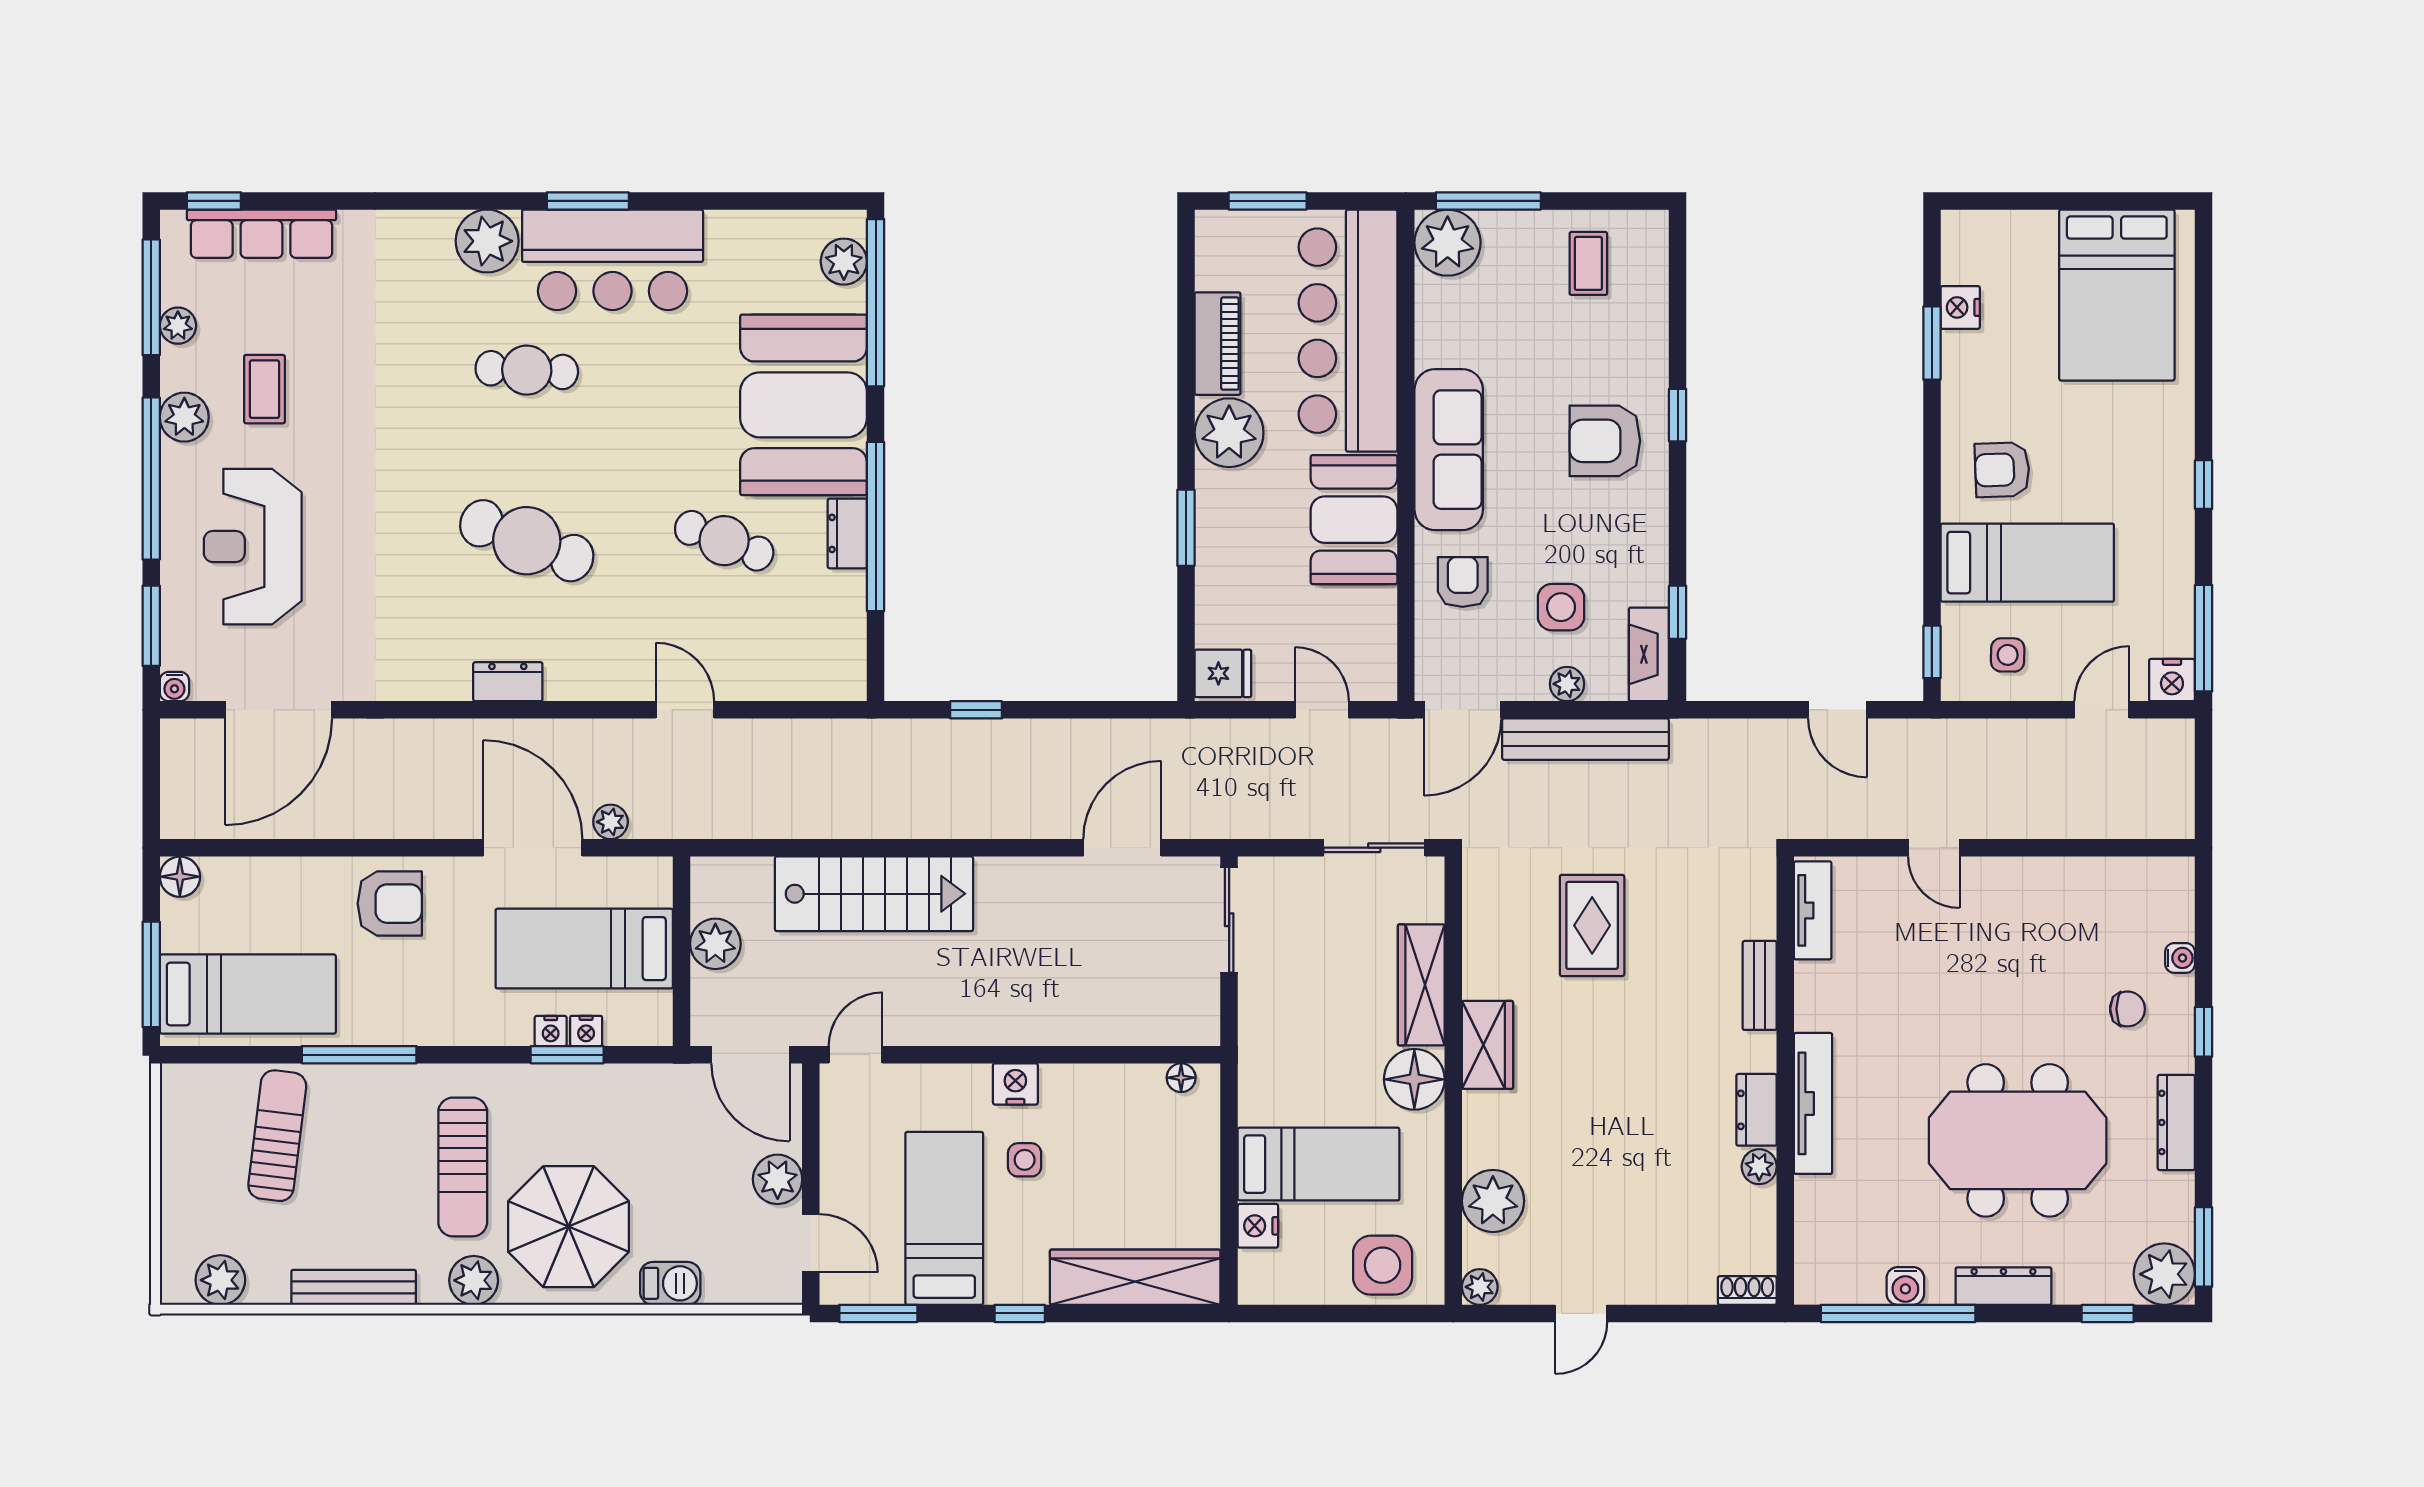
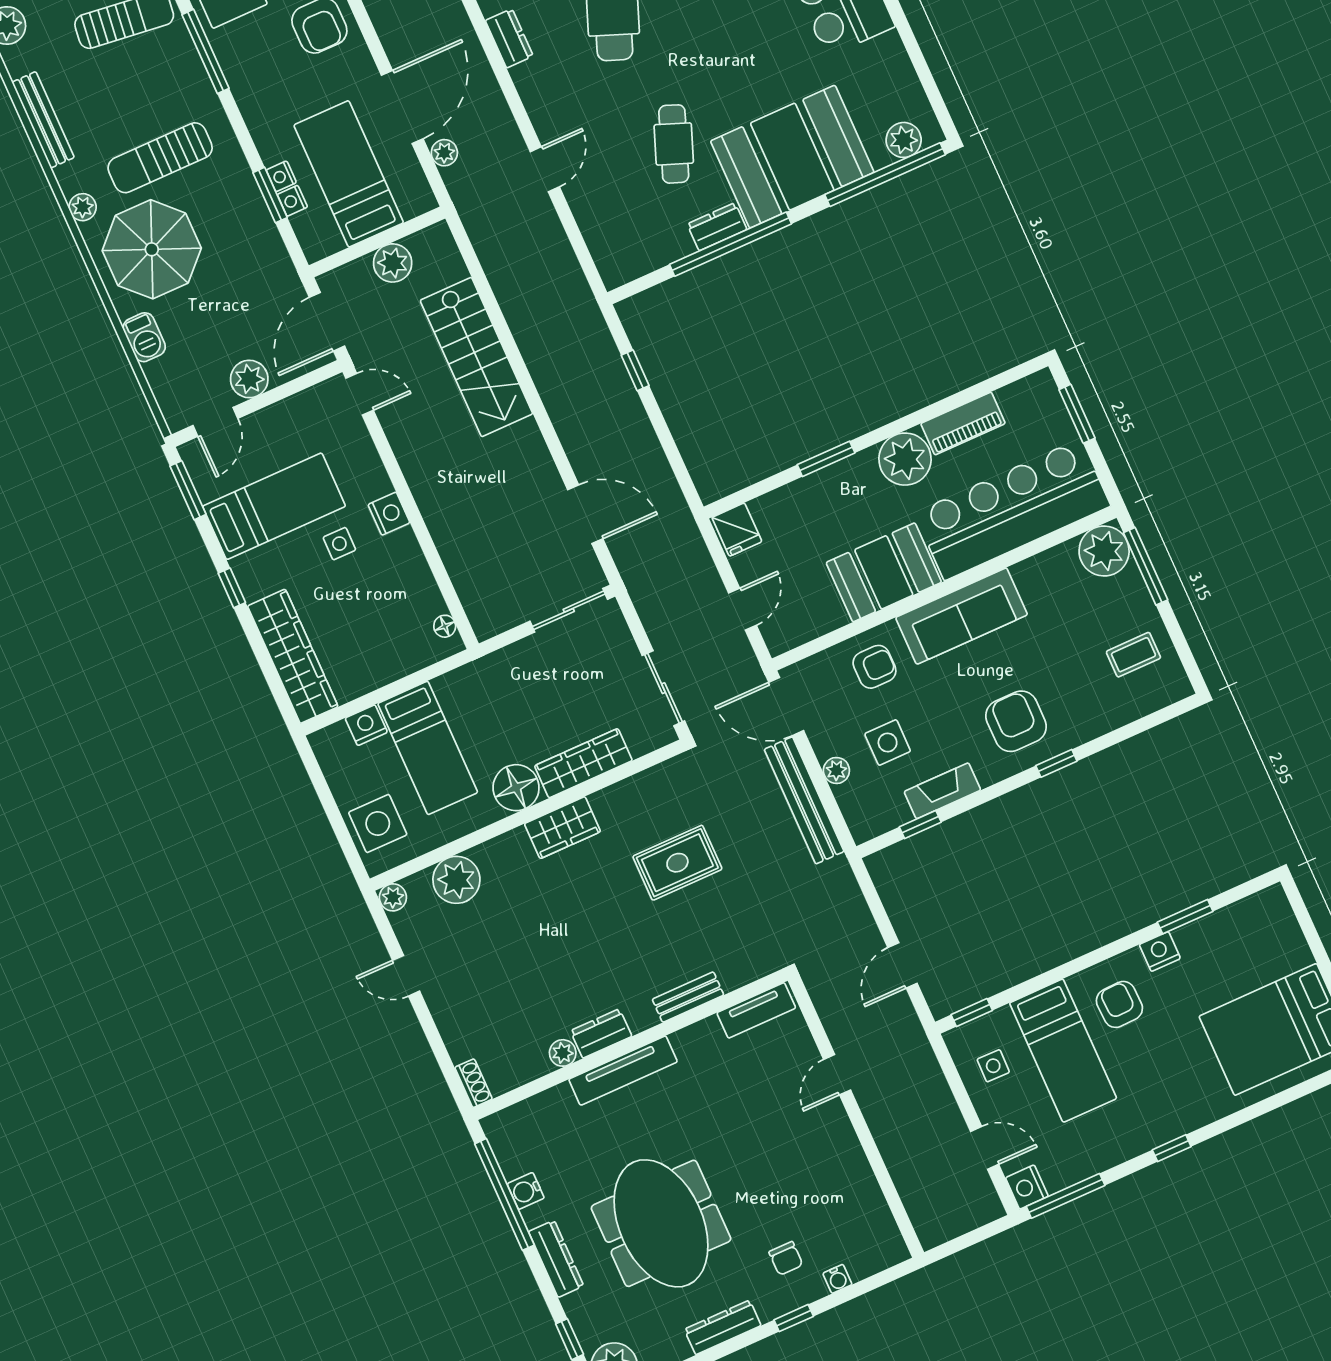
nightstand: (1960, 307) -> (1160, 952), moved
fireplace: (1649, 654) -> (942, 791), moved
plant: (474, 1280) -> (83, 207), width x0.73, depth x0.73

